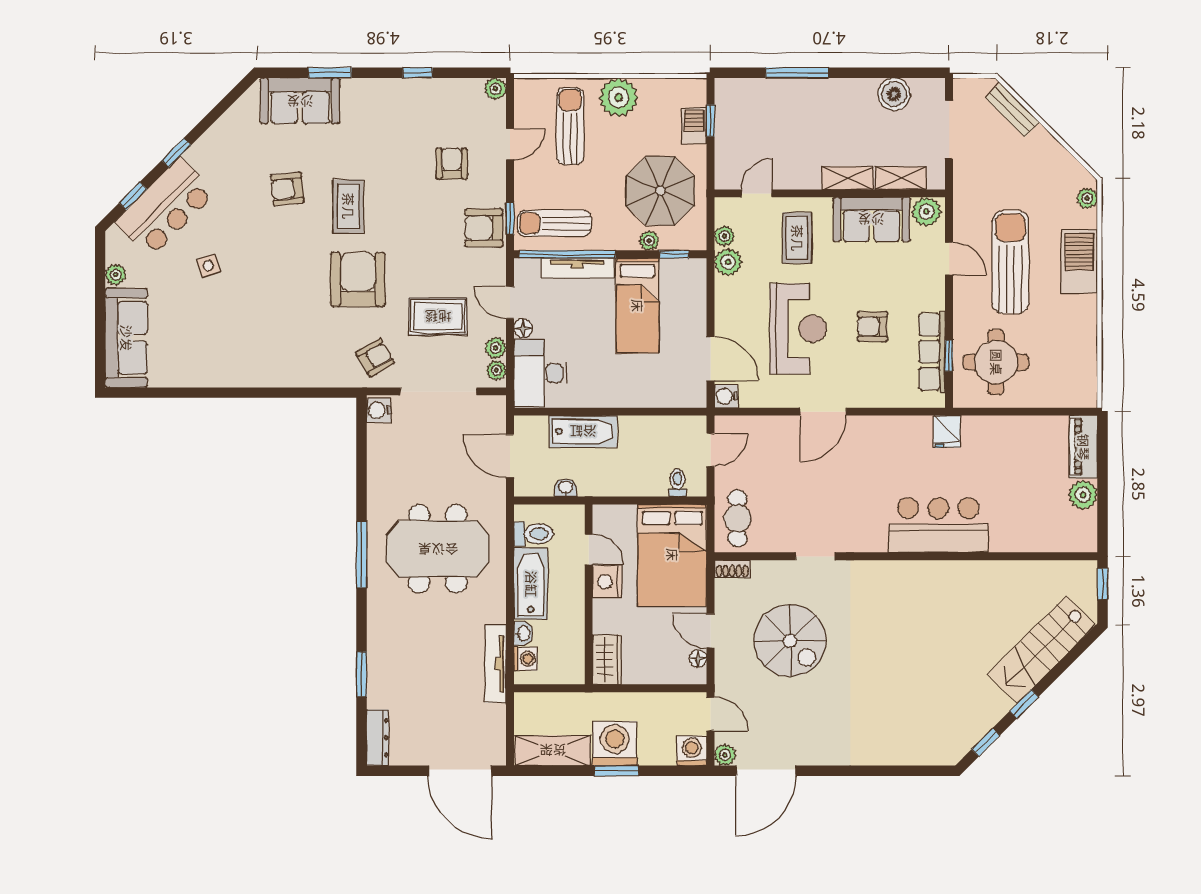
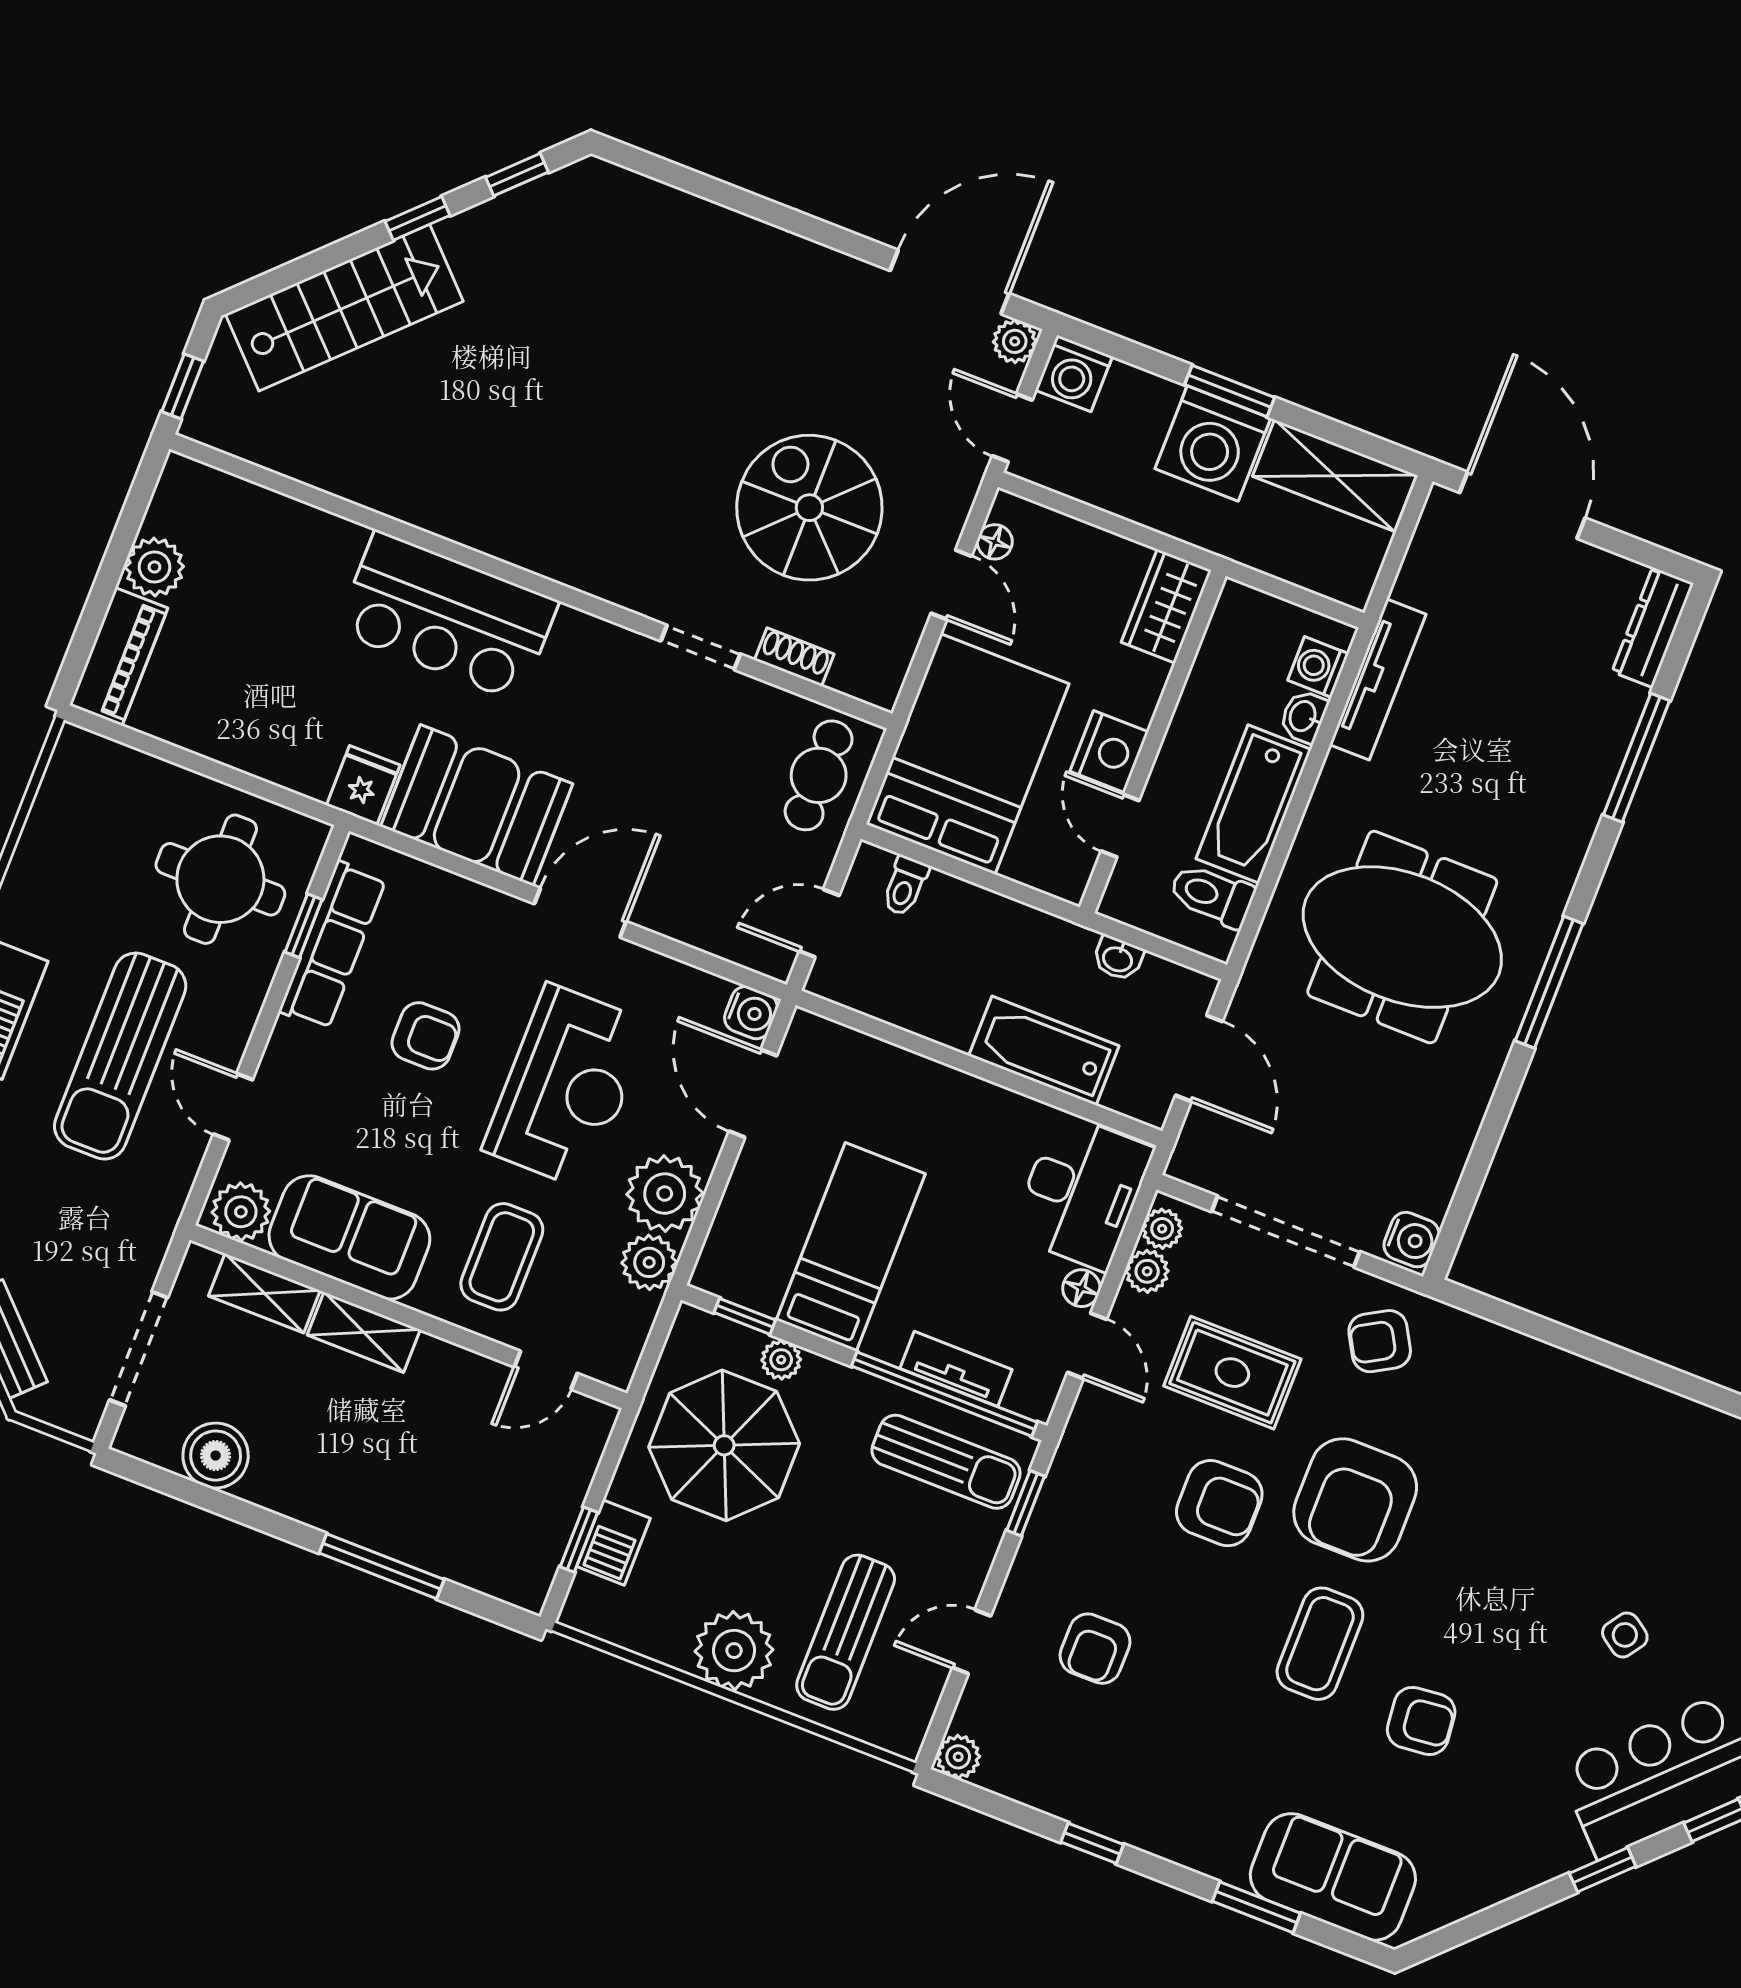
armchair: (484, 228) -> (1219, 1503), moved
plant: (724, 236) -> (665, 1194), moved, width x1.87, depth x1.87
side table: (208, 266) -> (1625, 1635), turned -38
tv unit: (577, 268) -> (956, 1369), width x0.71
reception desk: (798, 329) -> (567, 1086), turned 180
booth: (891, 443) -> (477, 805), added
shoe rack: (732, 569) -> (794, 657), moved
window: (362, 674) -> (1637, 758), width x1.44

